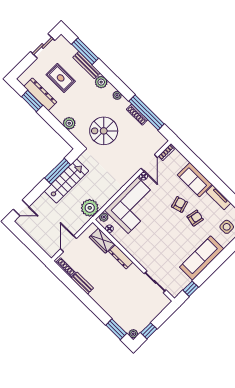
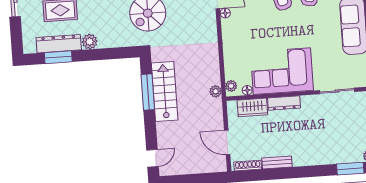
plant: (69, 123) -> (90, 42), moved
corner sofa: (133, 205) -> (282, 71), moved, turned -90
plant: (90, 208) -> (216, 91), width x0.53, depth x0.53

